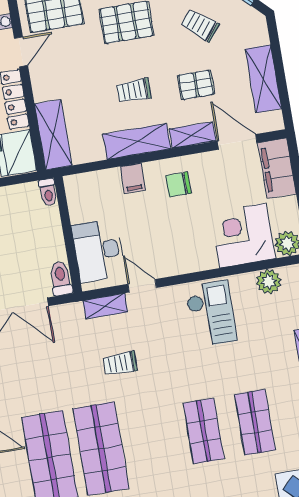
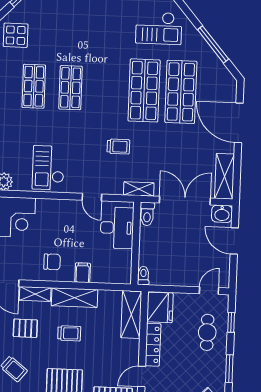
shelving: (105, 306) -> (139, 189), moved

